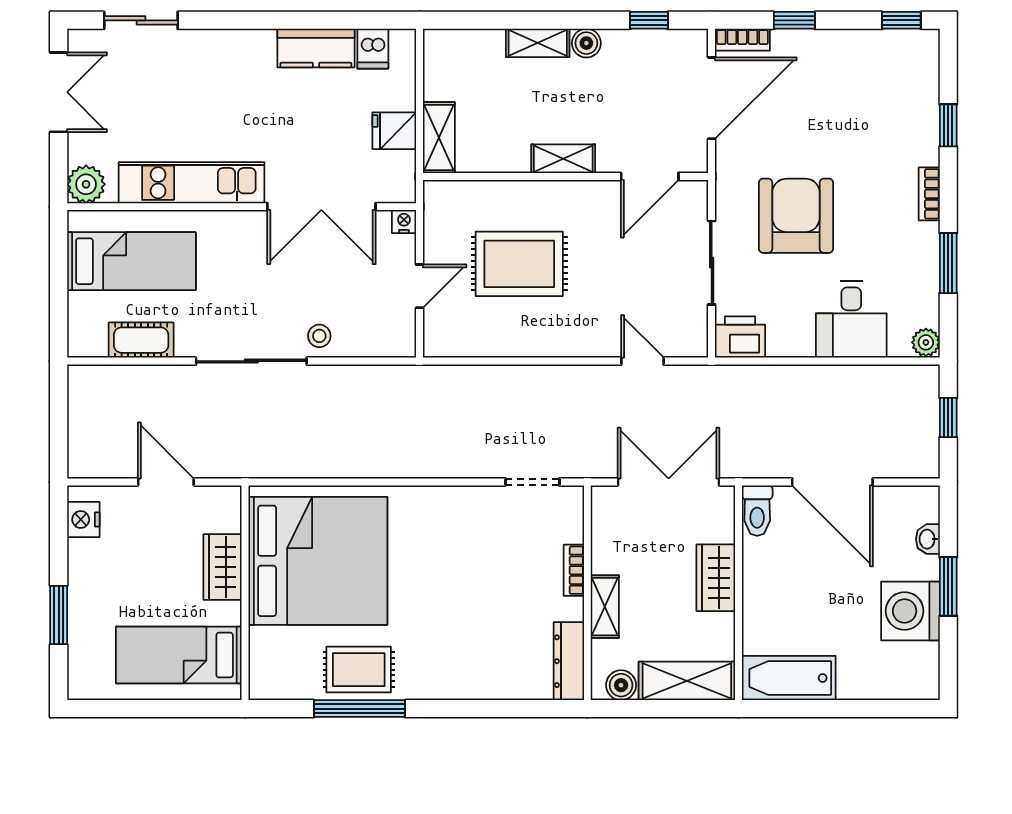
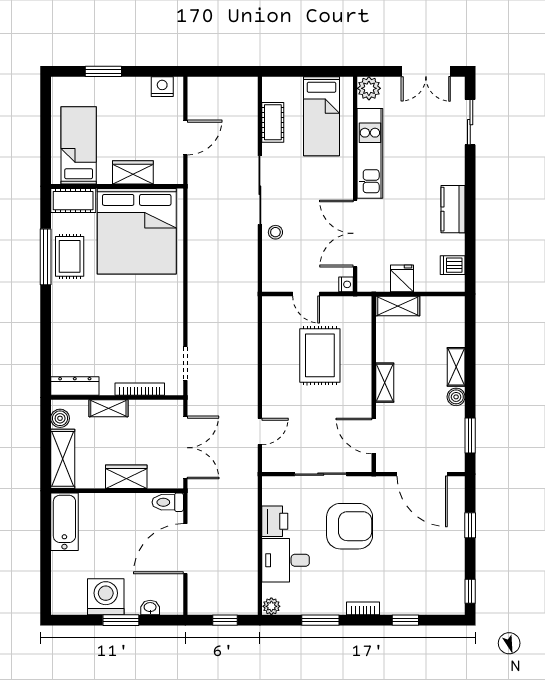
window: (649, 20) -> (470, 436), width x1.50
bookcase: (742, 40) -> (458, 493), removed
kitchen counter: (316, 48) -> (453, 209), moved
printer: (740, 337) -> (275, 521), moved
bookcase: (574, 570) -> (140, 389), width x1.56
cot: (268, 664) -> (73, 201), added

